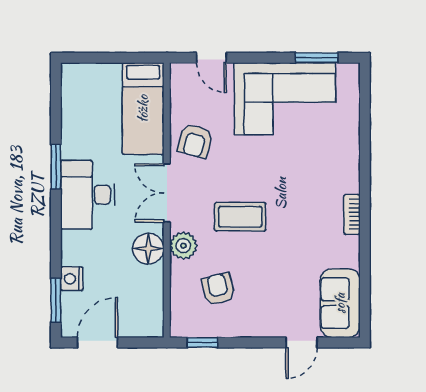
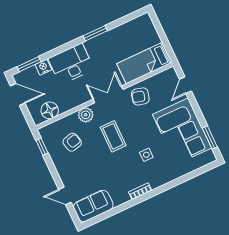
side table: (296, 176) -> (146, 155), added
desk: (88, 195) -> (71, 64), moved
floor lamp: (148, 249) -> (50, 110), moved

